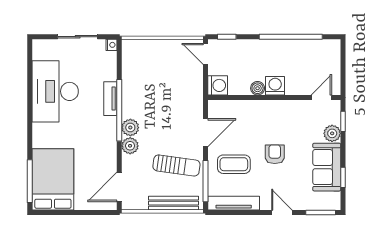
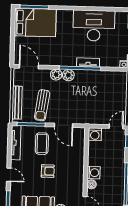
boiler: (258, 88) -> (92, 184), moved
door: (282, 213) -> (9, 175), hinge flipped

